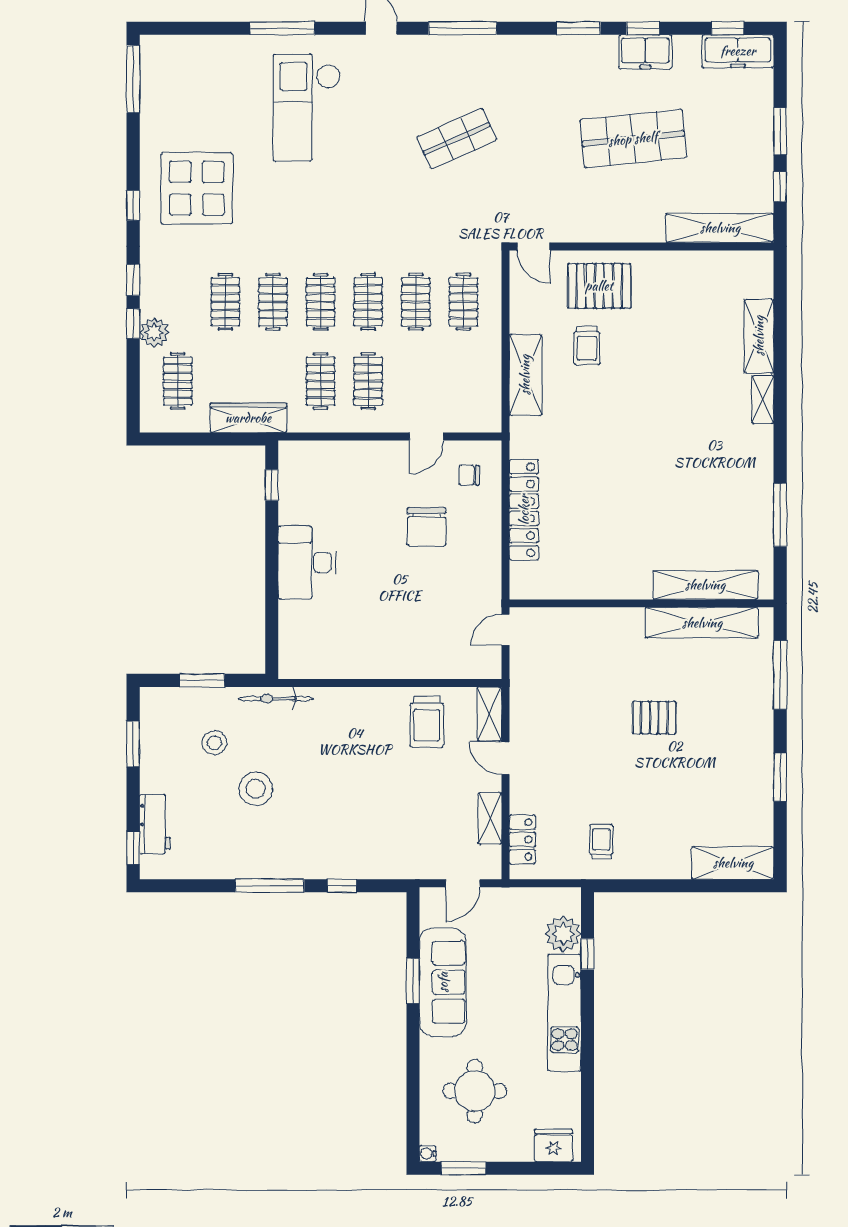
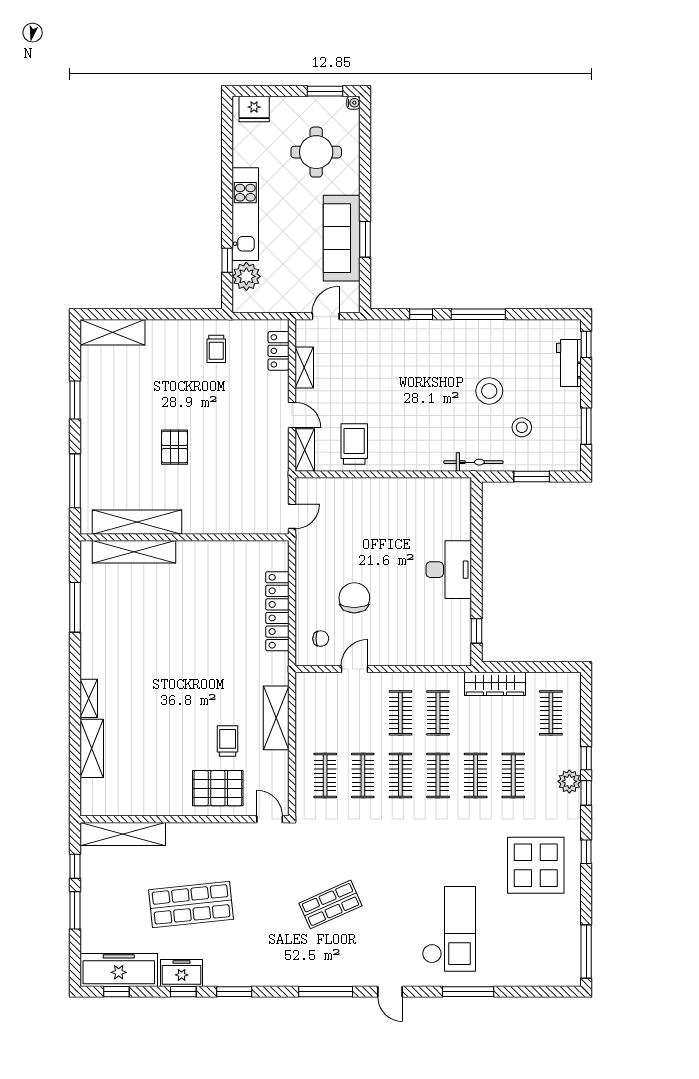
freezer: (738, 51) -> (119, 970), width x1.36, depth x1.26
plant: (154, 332) -> (569, 781), moved
pallet: (654, 718) -> (175, 447), turned 90

